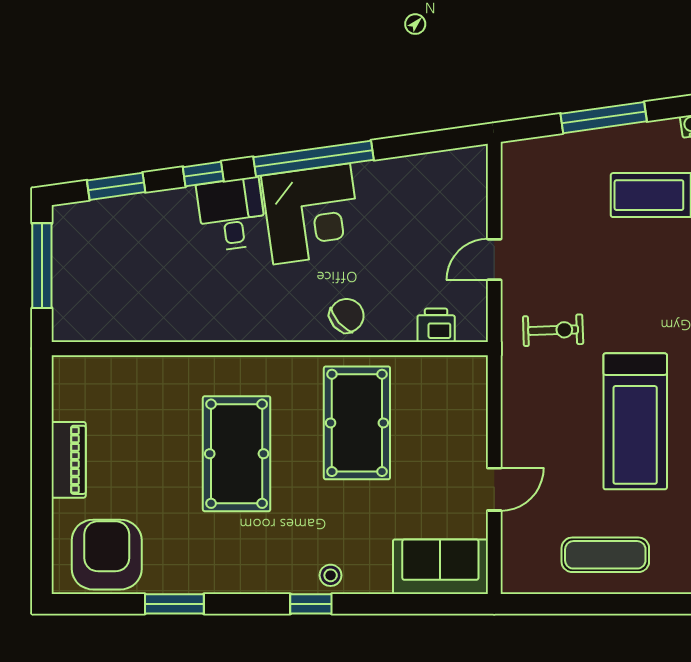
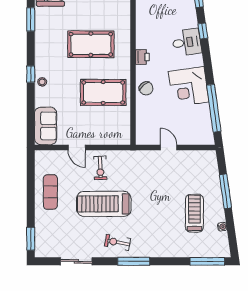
window: (314, 158) -> (214, 108), moved
corner desk: (312, 214) -> (189, 87), moved
printer: (436, 325) -> (142, 57), moved
exercise bike: (553, 330) -> (100, 168), moved

